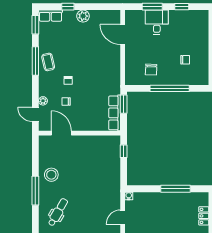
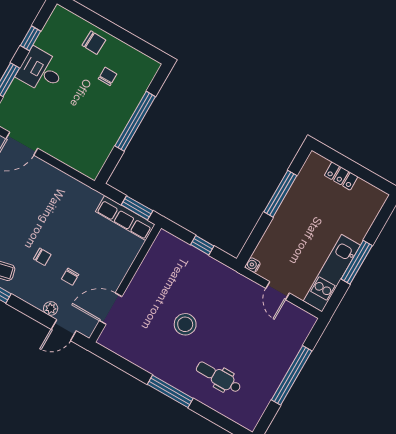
desk: (157, 22) -> (41, 71), moved
chair: (151, 70) -> (94, 43), moved
window: (124, 104) -> (137, 208), moved
window: (124, 151) -> (202, 245), moved
stool: (51, 175) -> (185, 324), moved
dental chair: (58, 212) -> (219, 377), turned -30

